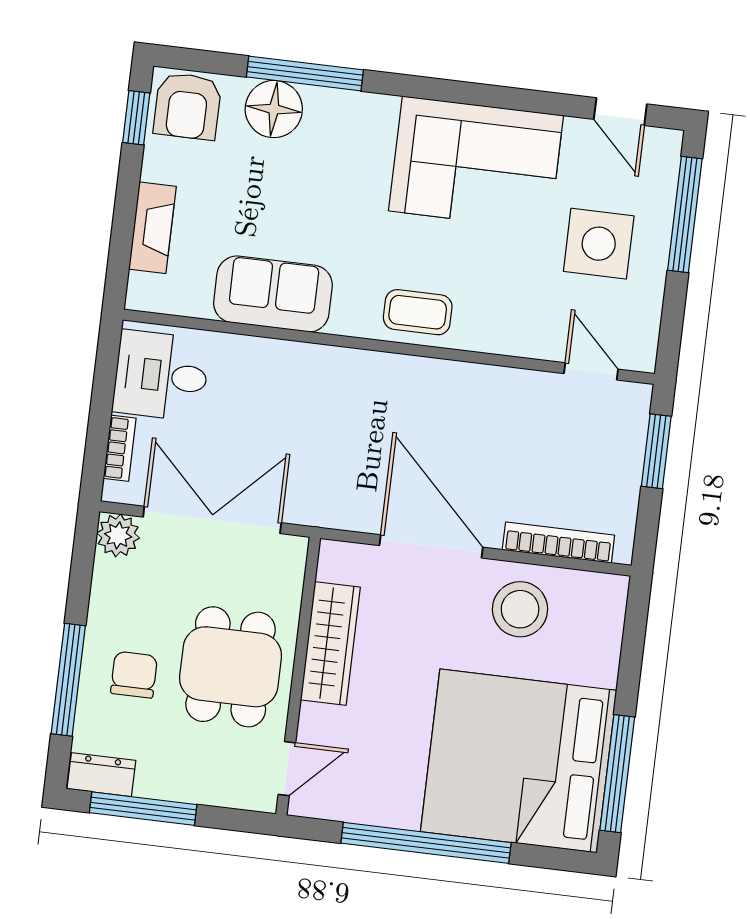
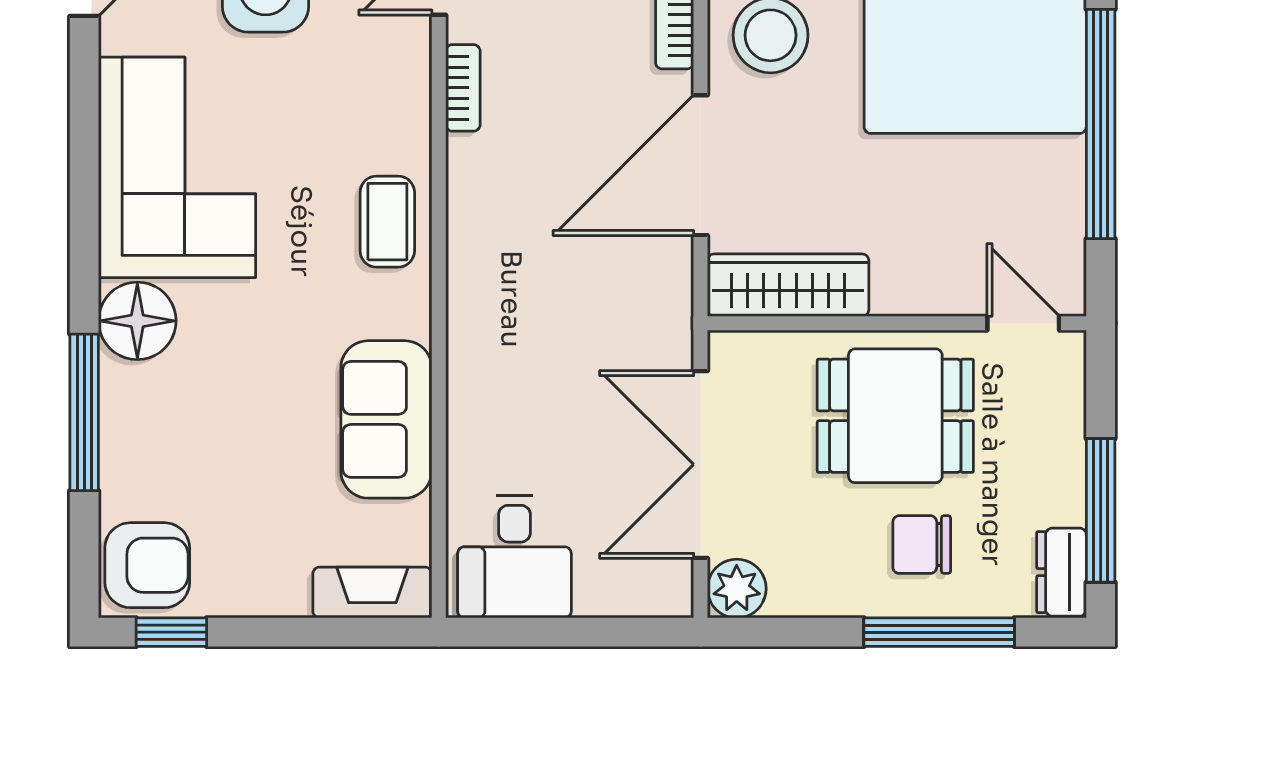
floor lamp: (274, 109) -> (137, 321), moved
fireplace: (152, 228) -> (372, 593), moved
bookcase: (120, 448) -> (463, 88), moved, turned 90
wardrobe: (330, 644) -> (788, 285), moved

